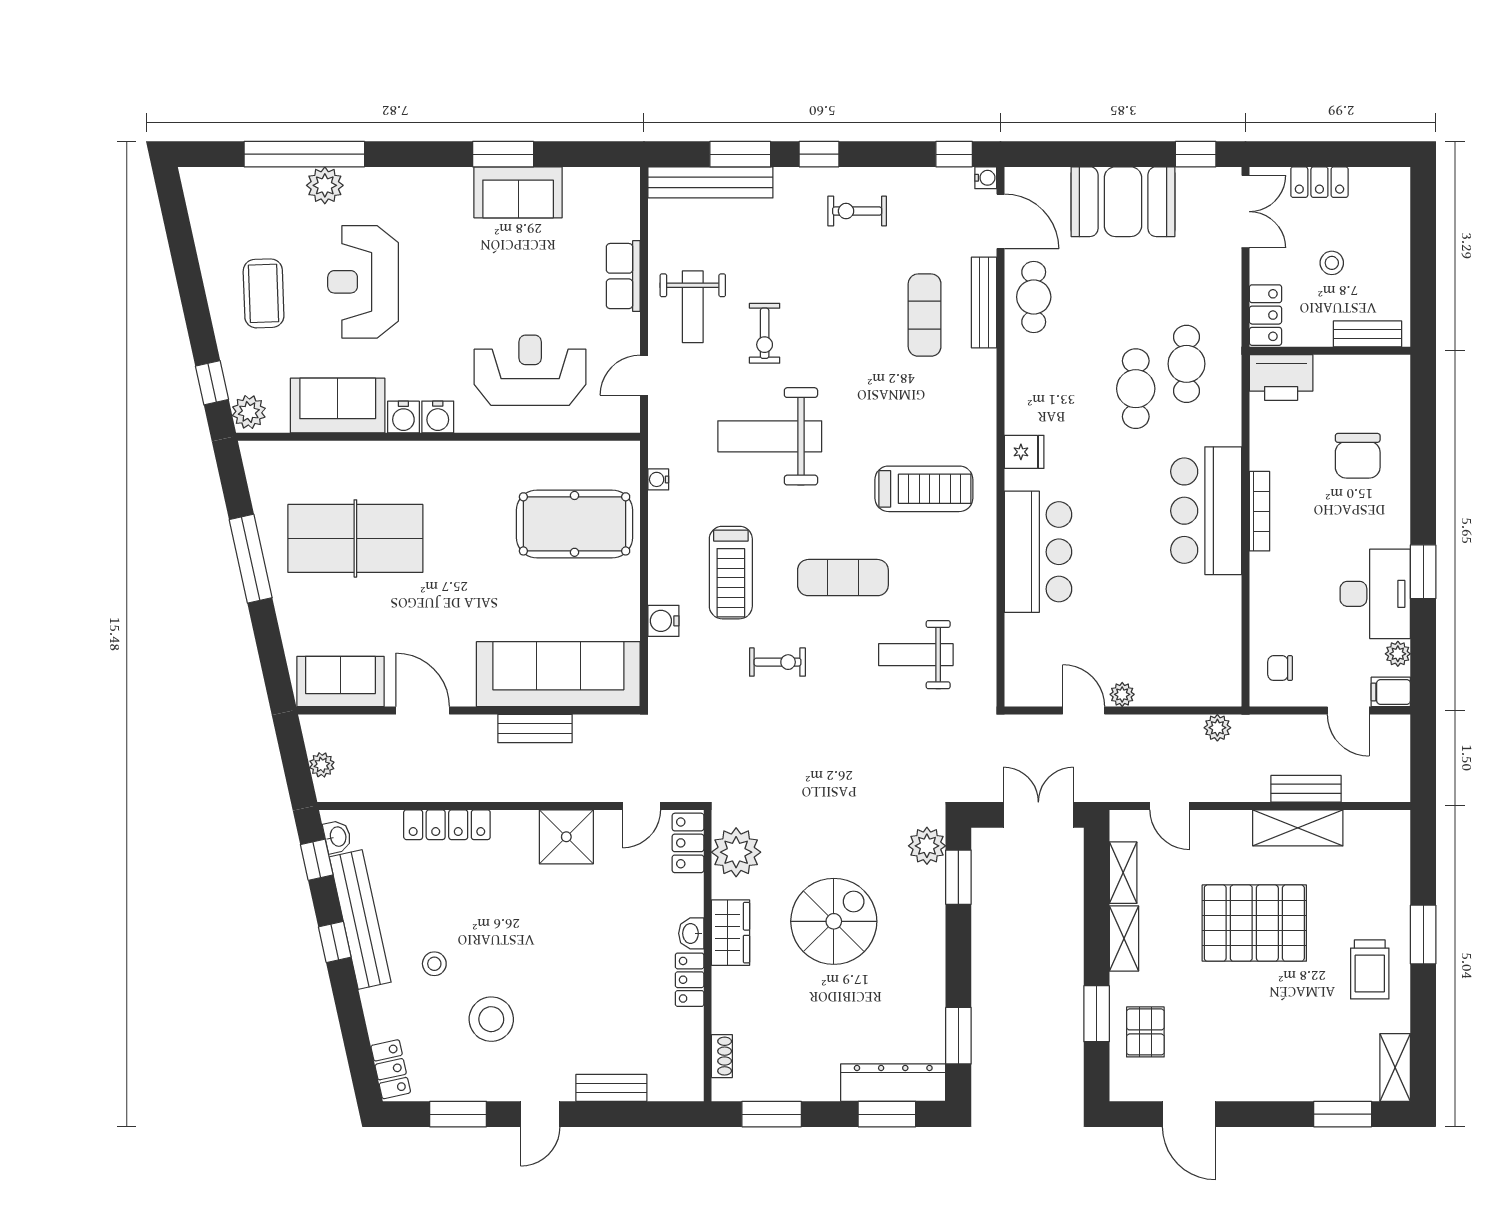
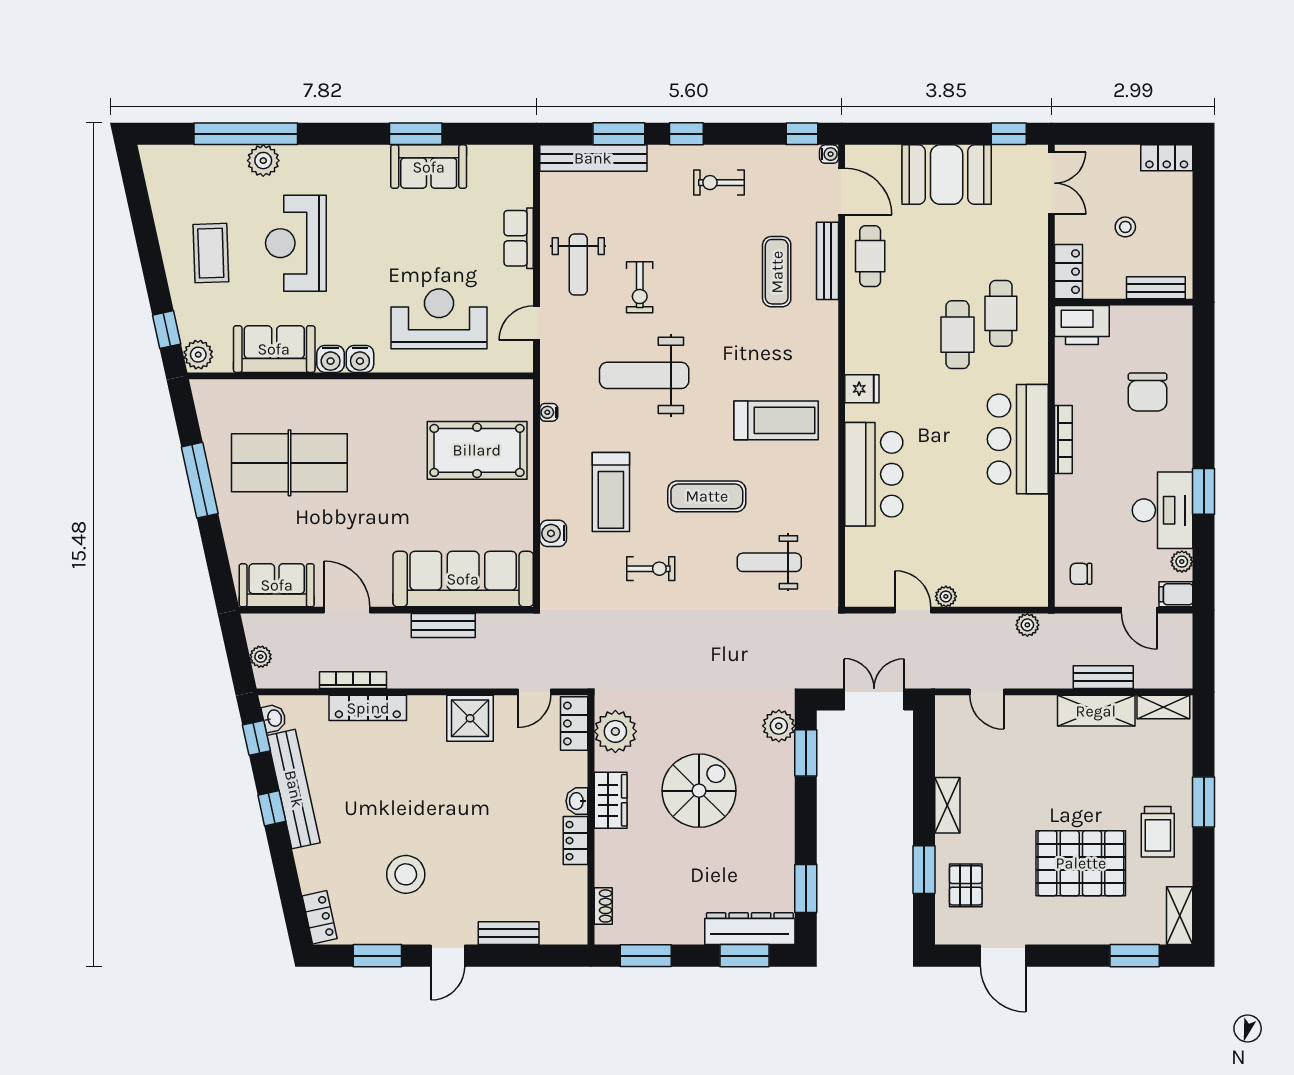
locker: (1319, 182) -> (1167, 158), moved
bookcase: (430, 792) -> (353, 680), added
shelving: (1123, 873) -> (1163, 707), moved, turned 90
pallet: (1254, 923) -> (1081, 863), moved
stool: (434, 964) -> (357, 827), removed

